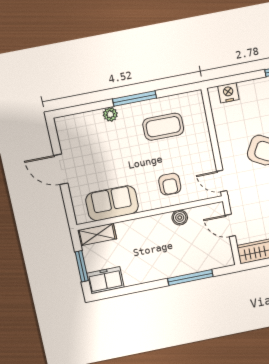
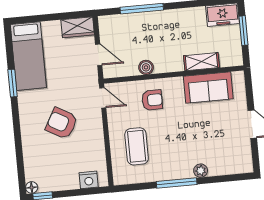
coffee table: (163, 127) -> (137, 146), moved, turned 90
armchair: (170, 184) -> (152, 100), turned 90
shelving: (97, 235) -> (201, 62), moved

